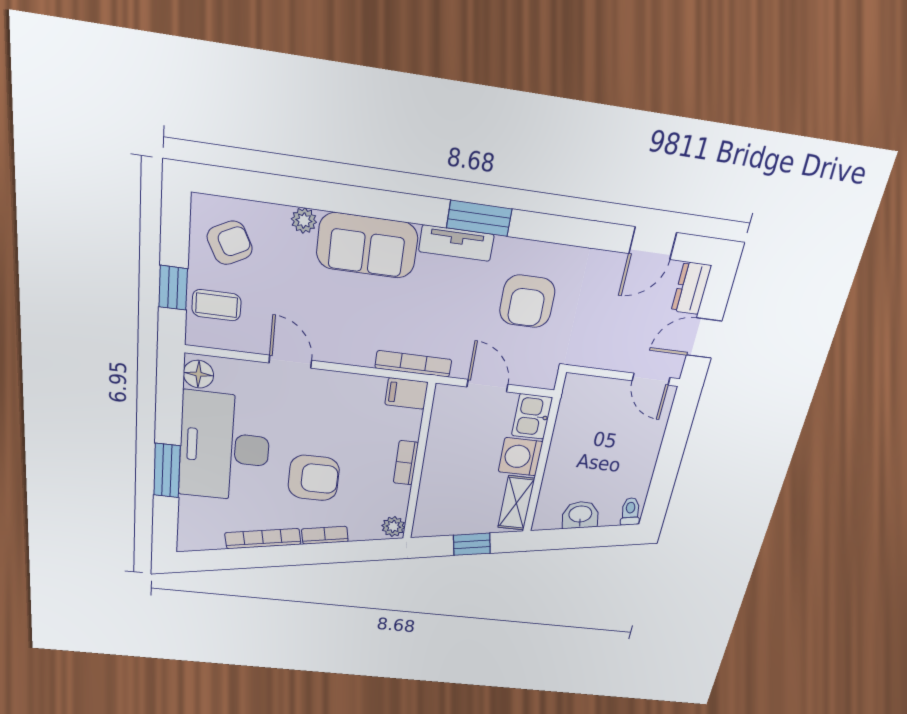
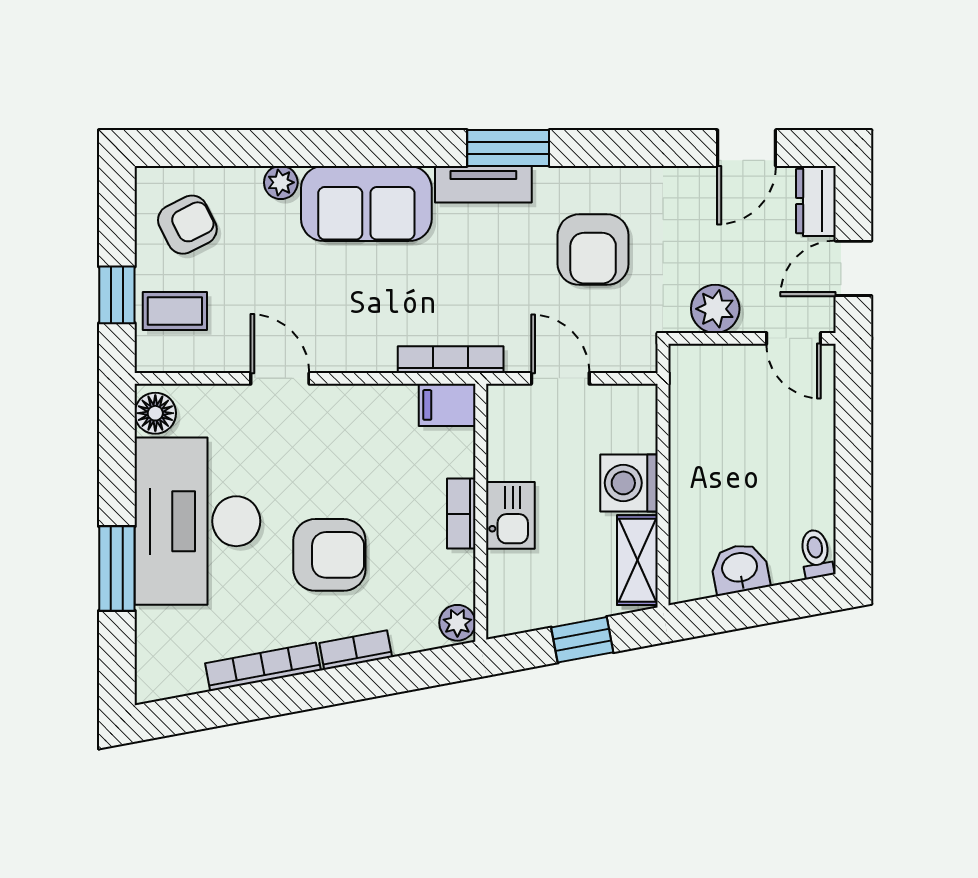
plant: (603, 353) -> (715, 309), added
kitchen sink: (532, 416) -> (510, 515), moved, turned 180

